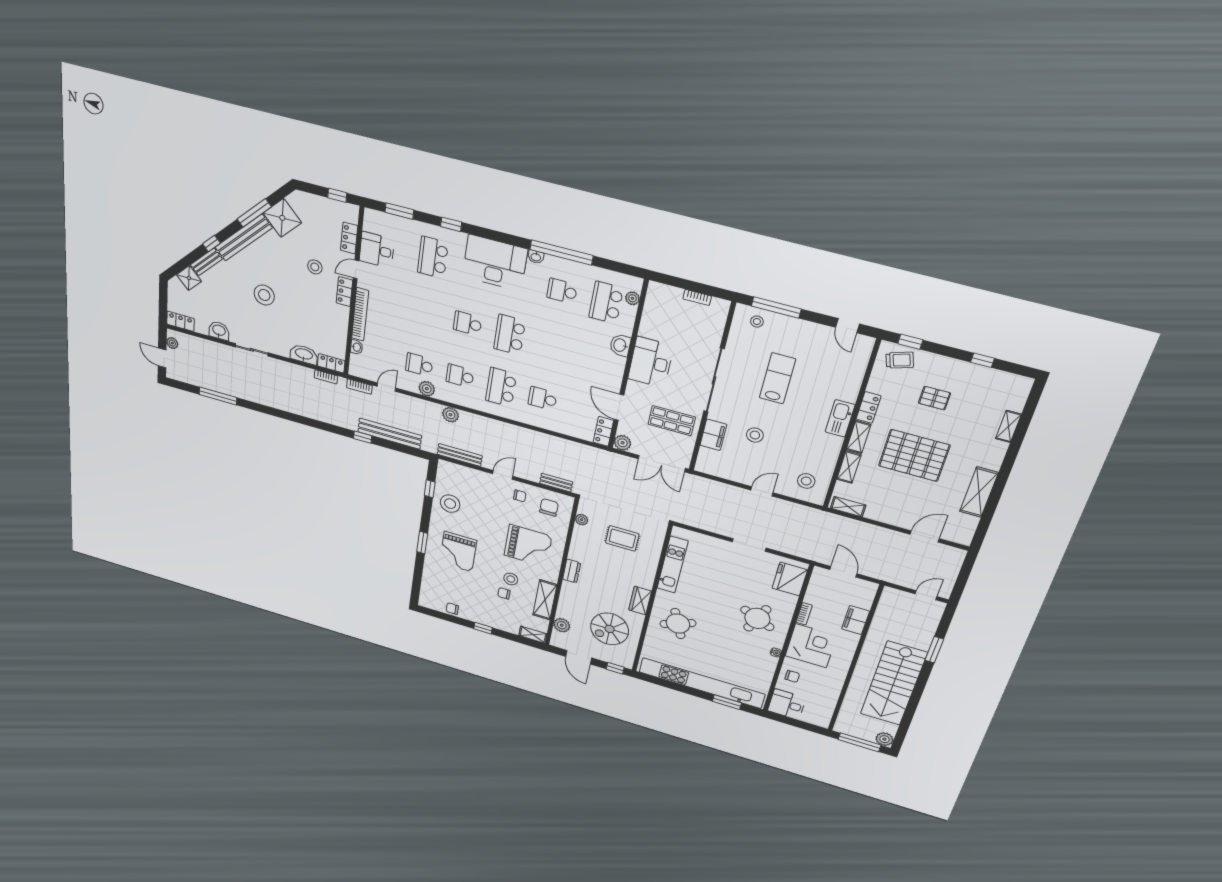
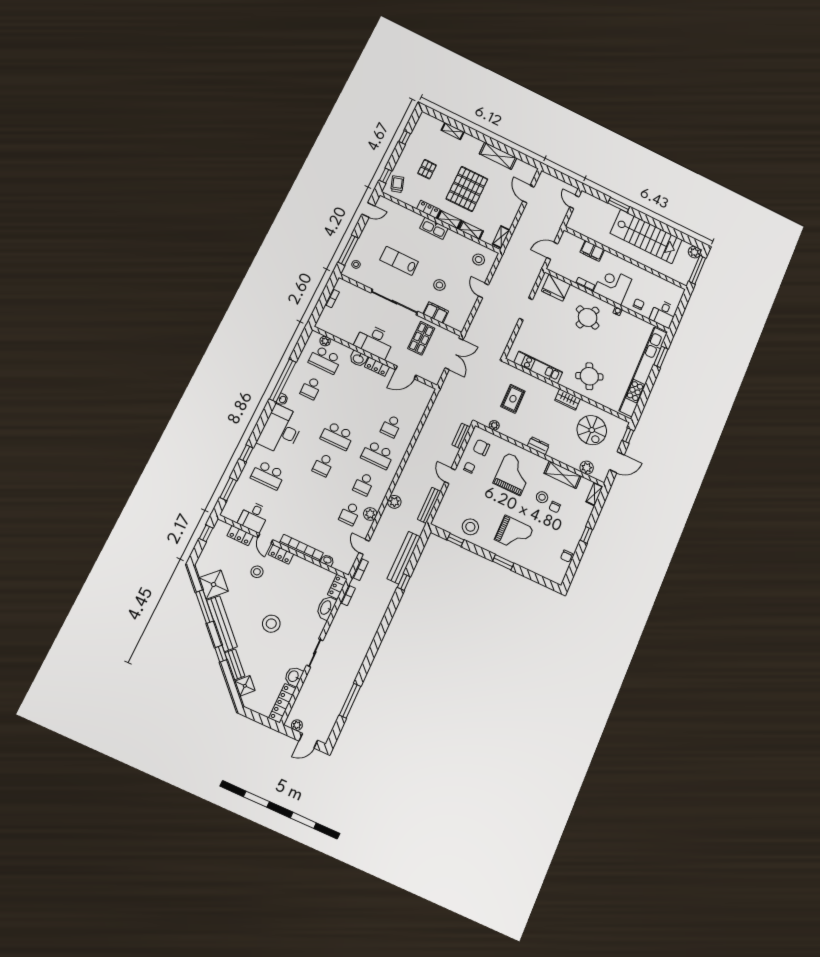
locker: (180, 321) -> (282, 703), width x1.53
locker: (603, 431) -> (377, 367), moved
plant: (623, 443) -> (434, 377), removed

